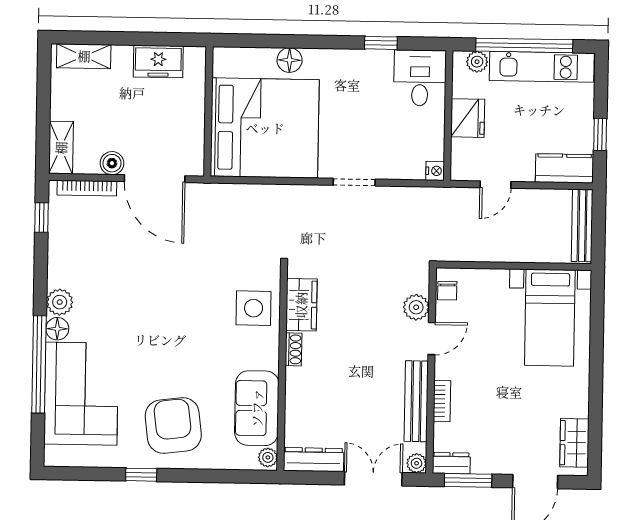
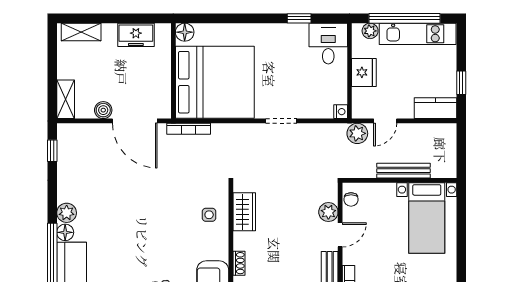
floor lamp: (290, 60) -> (185, 32), moved
bookcase: (87, 188) -> (189, 129), moved
plant: (457, 201) -> (357, 133), added
bench: (582, 225) -> (404, 171), moved, turned 90
side table: (254, 308) -> (209, 215), width x0.54, depth x0.54
shoe rack: (293, 349) -> (239, 263), moved

